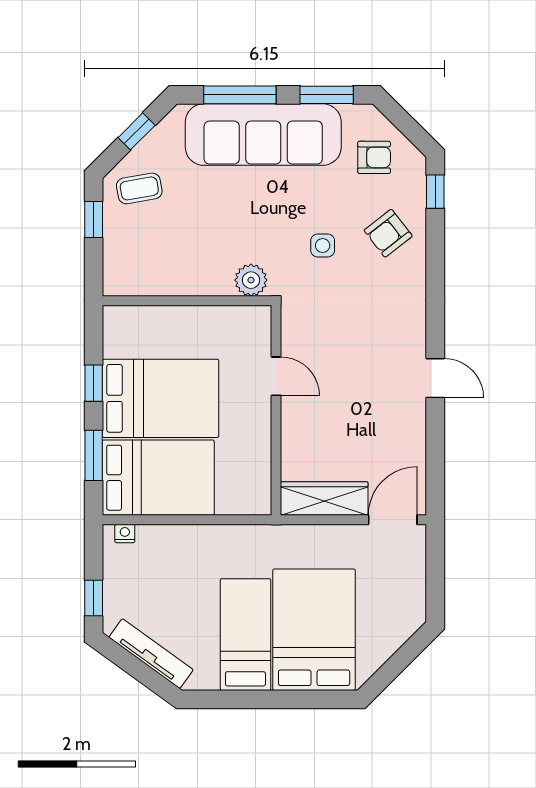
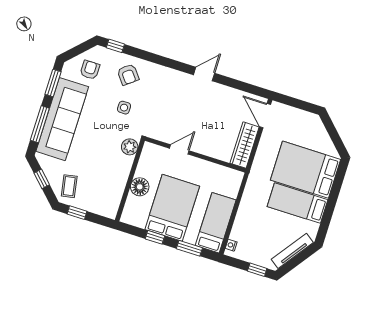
floor lamp: (181, 323) -> (140, 187), added
bed: (158, 478) -> (216, 223), width x0.67

